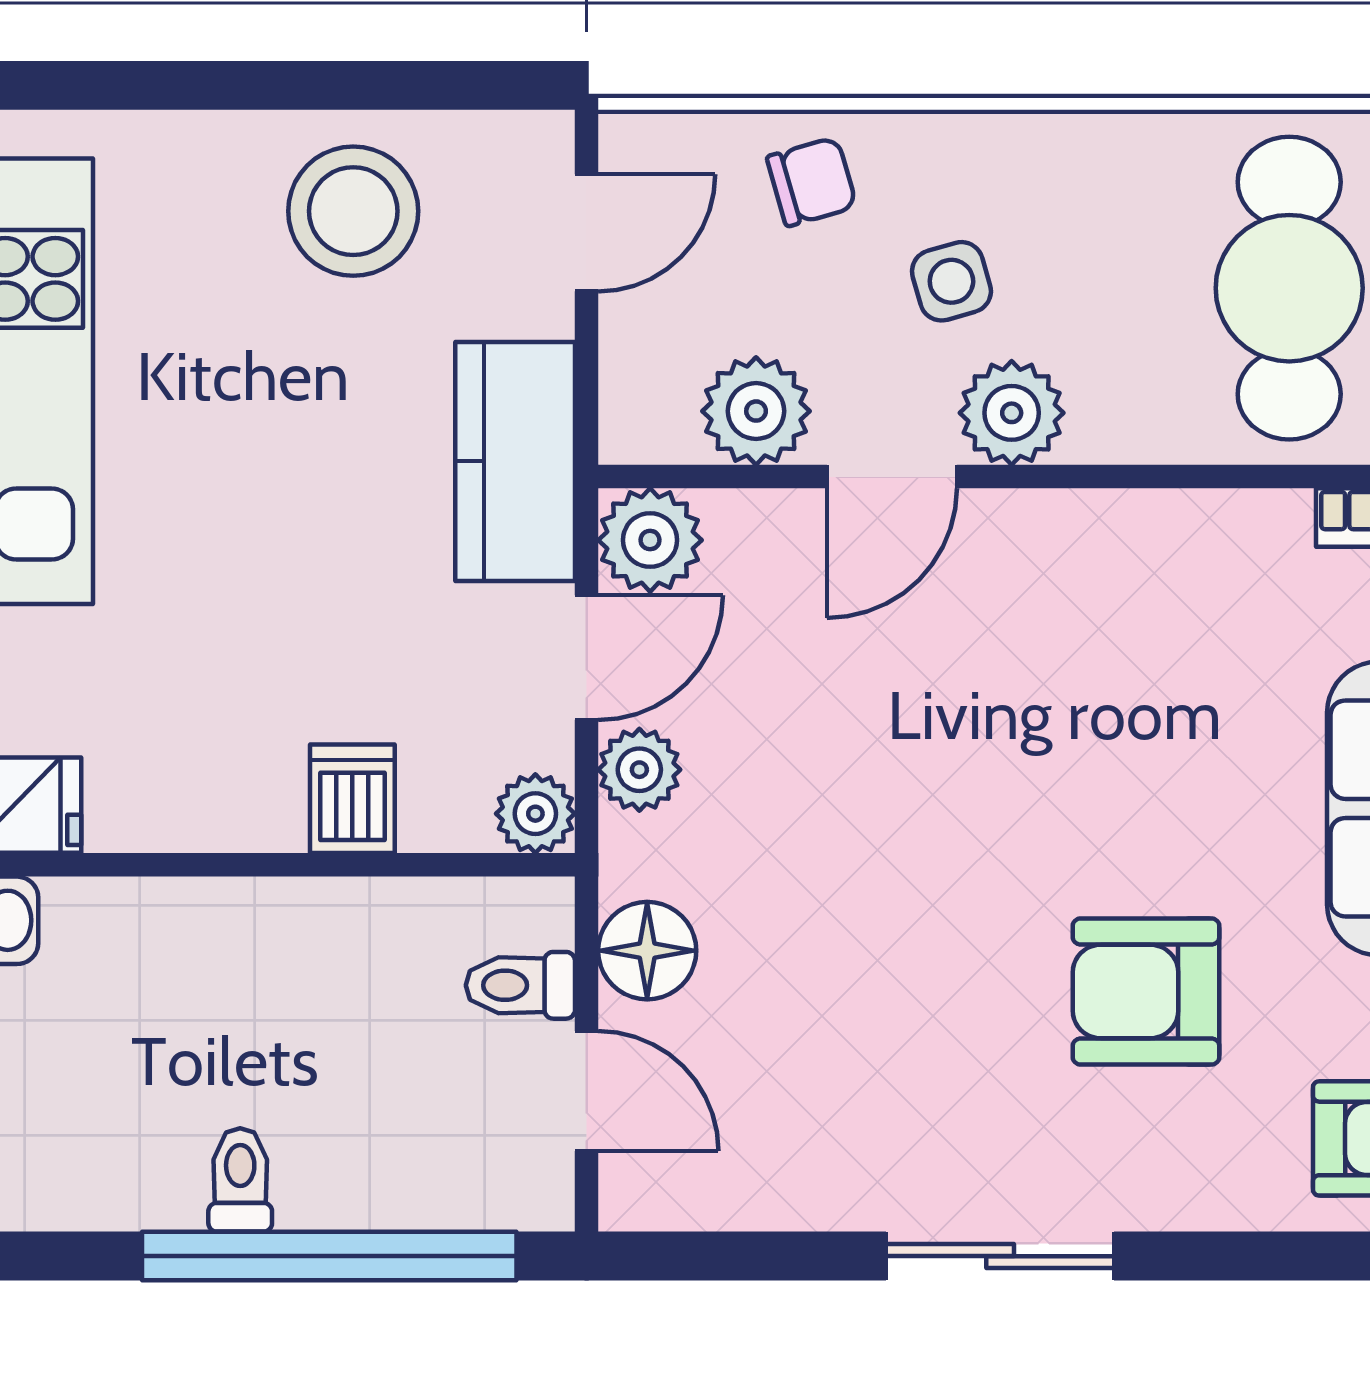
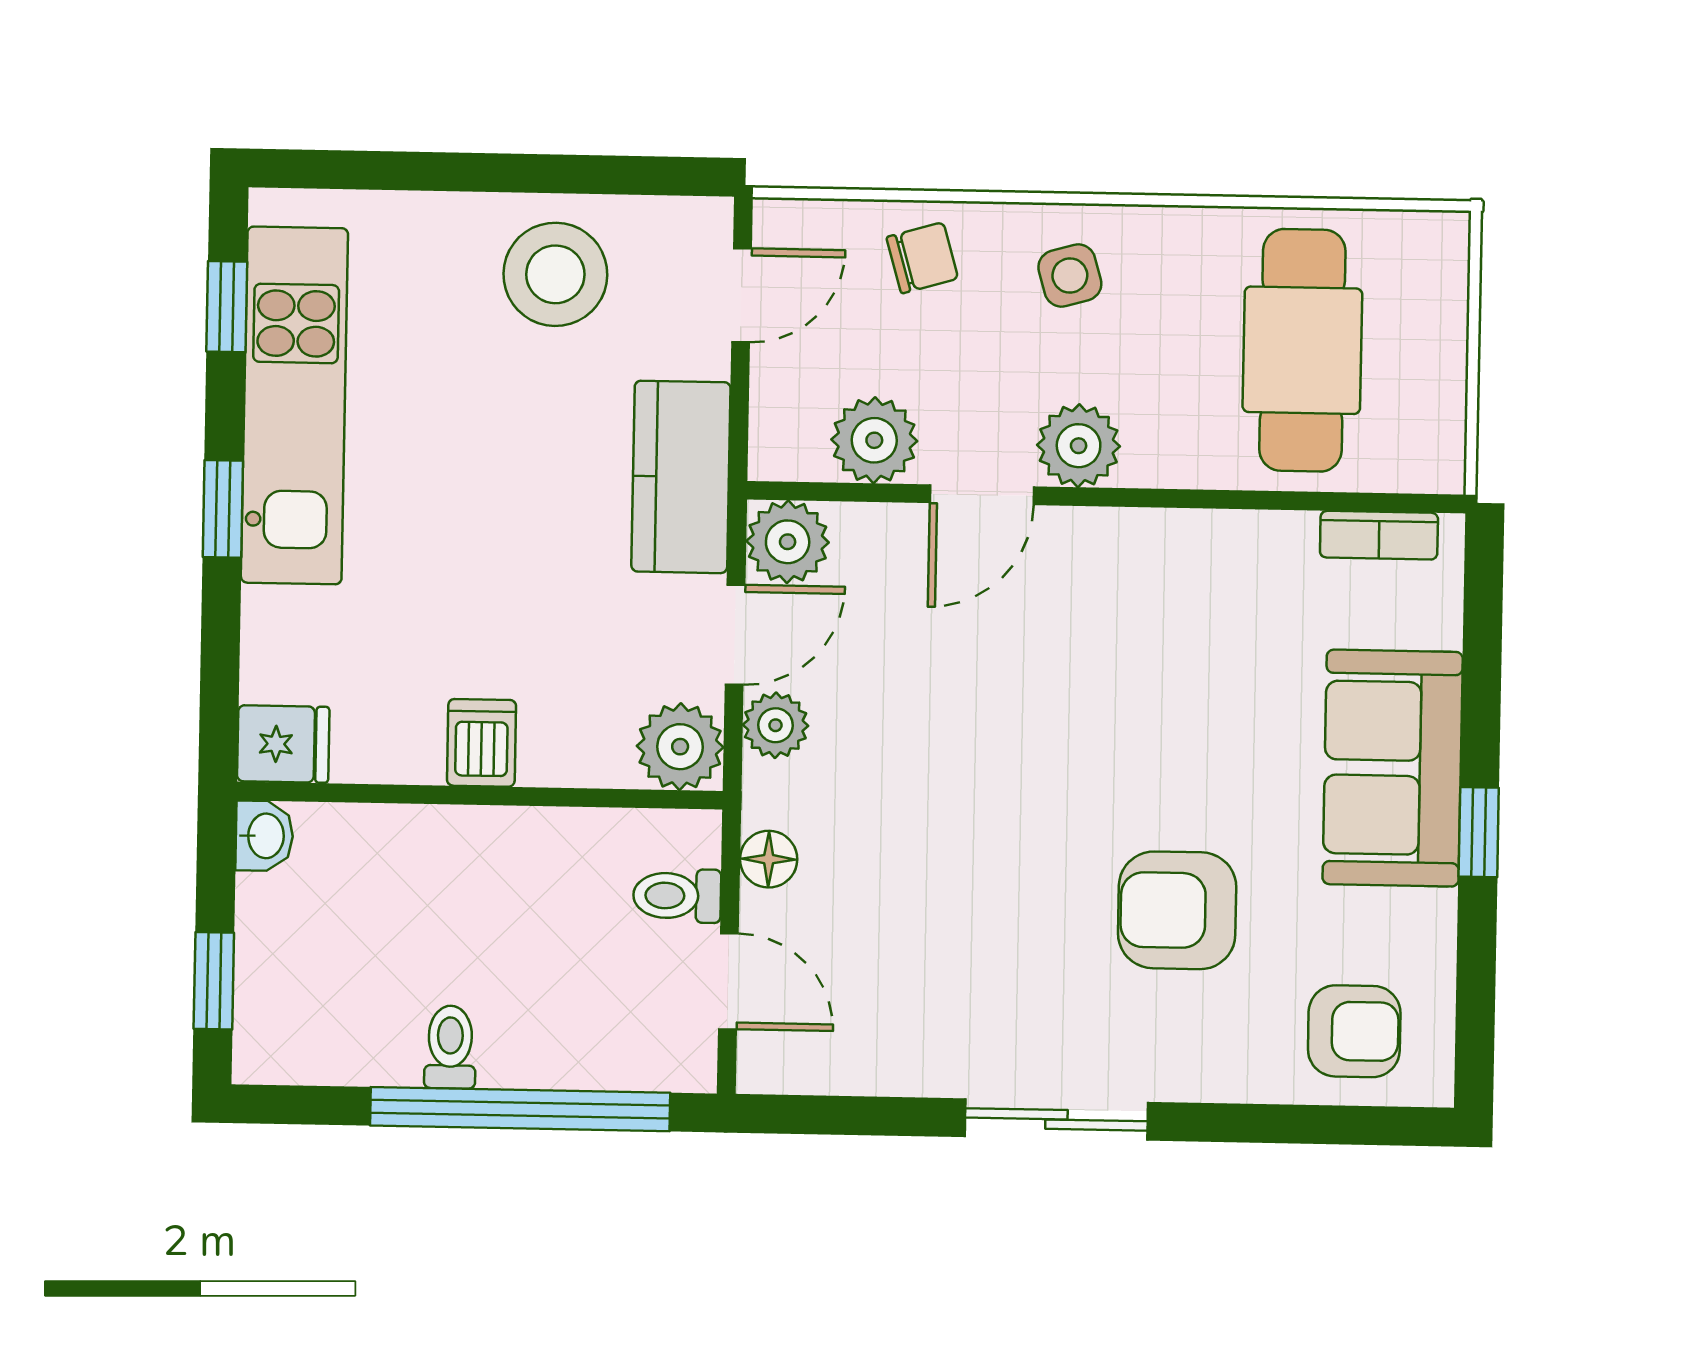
side table: (951, 281) -> (1070, 276), moved
dishwasher: (352, 799) -> (481, 743), moved
plant: (535, 814) -> (680, 747), width x1.38, depth x1.38
floor lamp: (647, 951) -> (769, 859), width x0.73, depth x0.73

